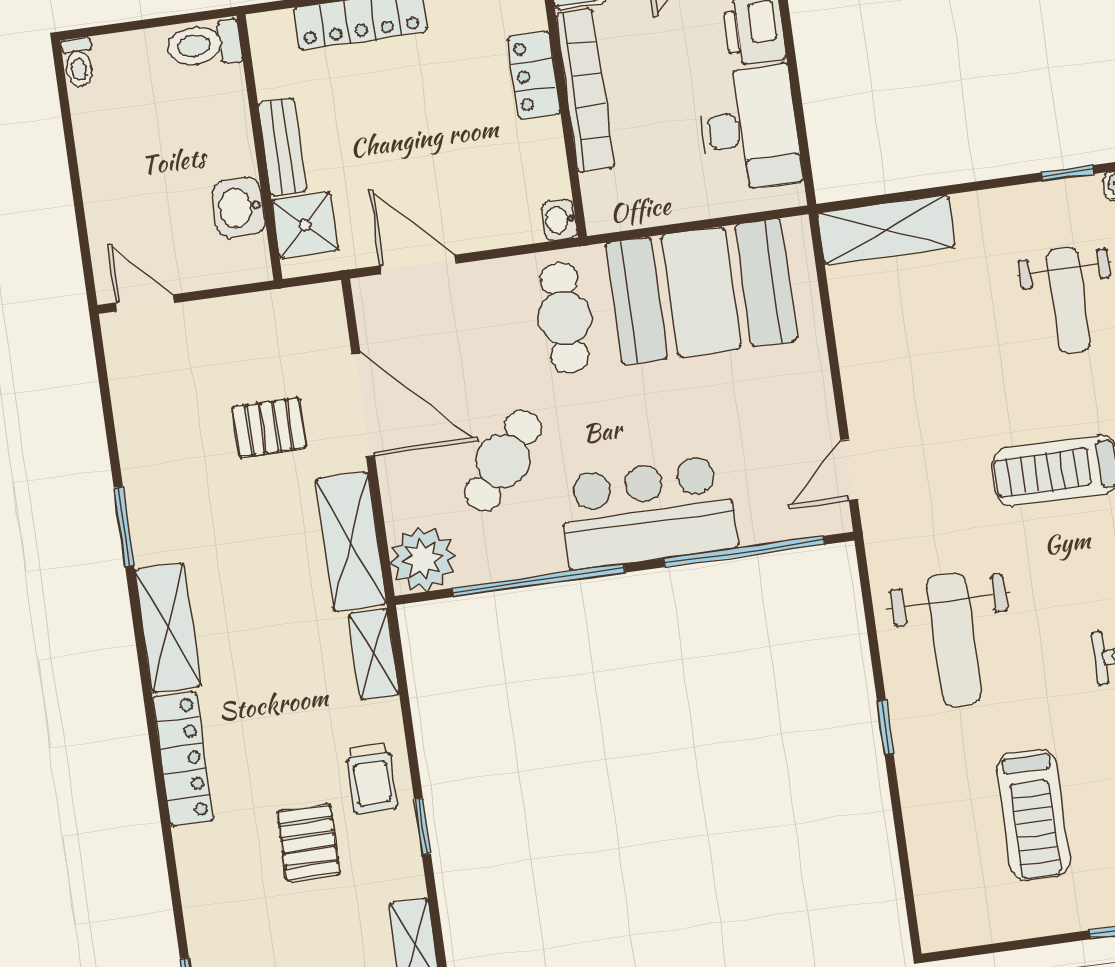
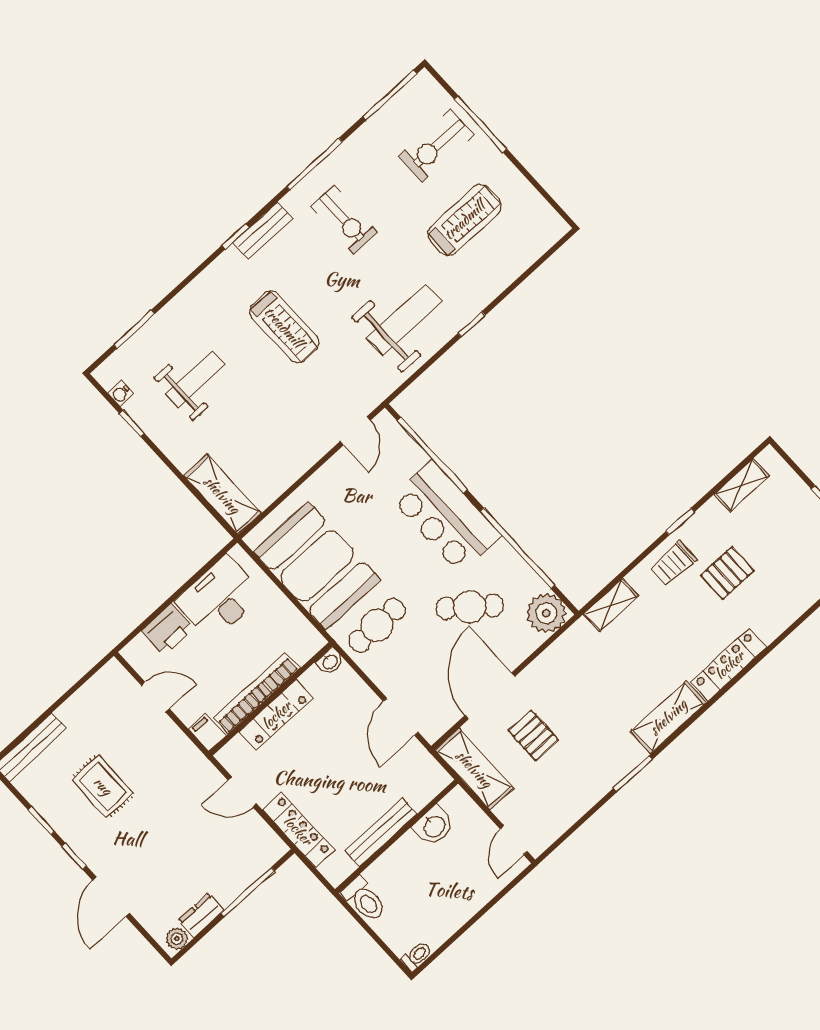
locker: (534, 76) -> (276, 715), width x1.53
bench: (282, 147) -> (381, 832), width x1.36
shower: (305, 225) -> (420, 787), removed
door: (849, 470) -> (355, 431), hinge flipped
shelving: (351, 542) -> (474, 769), moved, turned 90
trolley: (372, 778) -> (674, 563), turned 180

